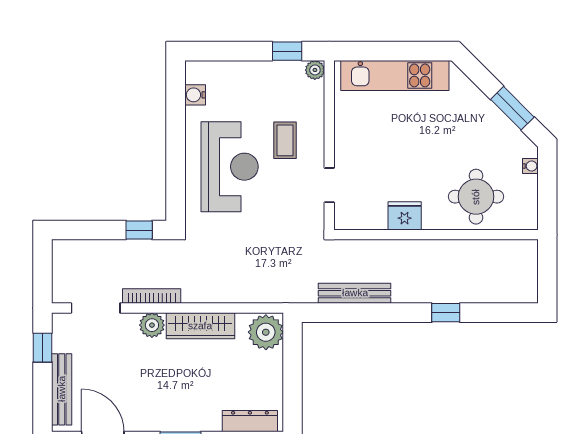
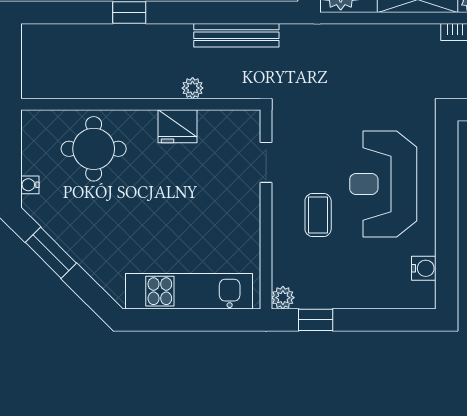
plant: (392, 248) -> (193, 88), added

